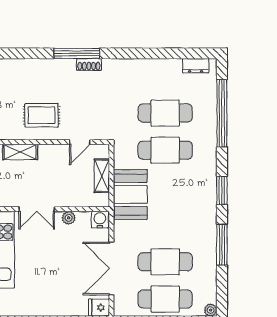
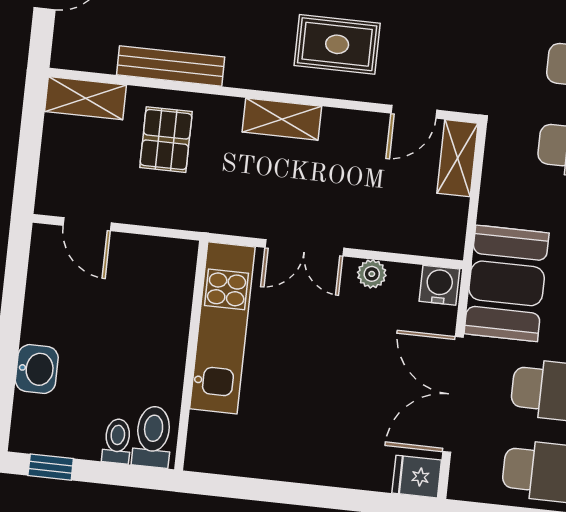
shelving: (102, 176) -> (457, 158), moved
booth: (130, 194) -> (507, 283), moved

